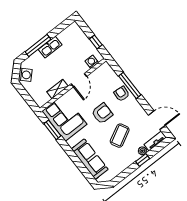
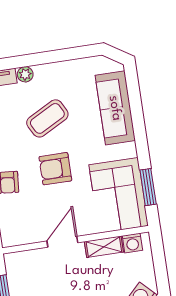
washing machine: (92, 62) -> (132, 243), moved
window: (143, 160) -> (33, 60), removed

